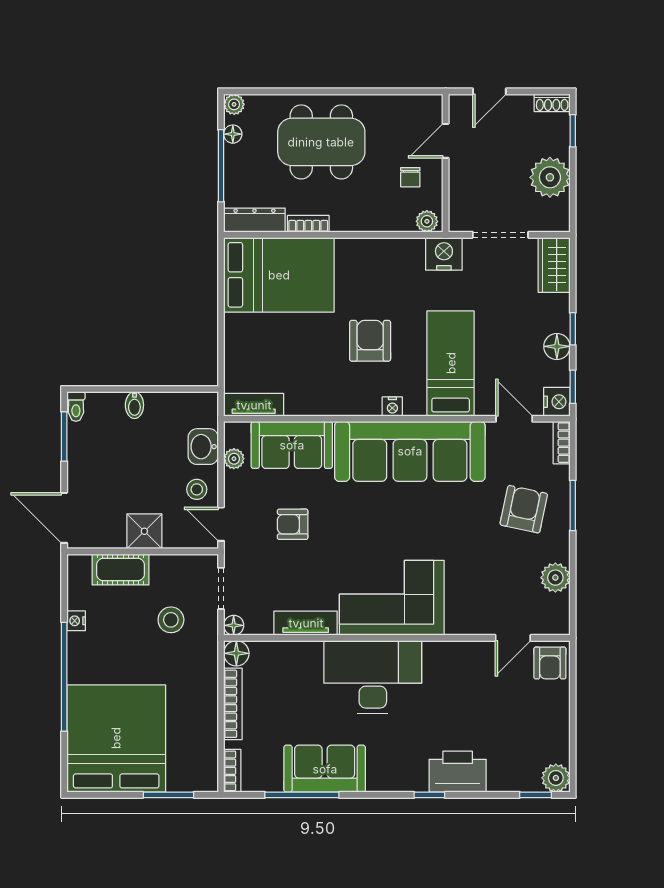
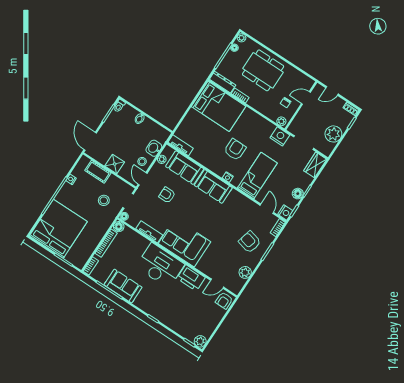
sofa: (410, 451) -> (213, 186), width x0.54, depth x0.79
armchair: (524, 509) -> (250, 242), turned -88
printer: (458, 772) -> (191, 278), moved, turned 180

